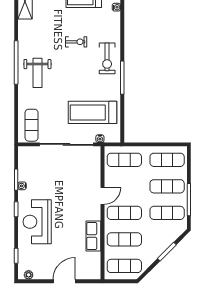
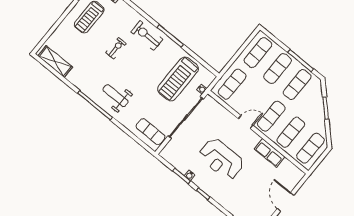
exercise bike: (107, 58) -> (147, 36), turned 180
weight bench: (37, 73) -> (116, 96), turned 180
door: (102, 196) -> (246, 122), hinge flipped
reception desk: (37, 222) -> (221, 159), moved

